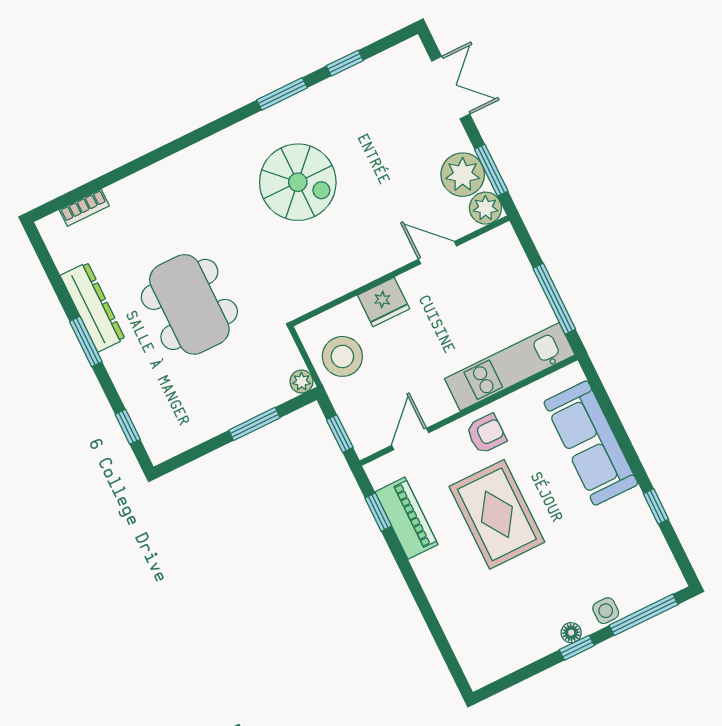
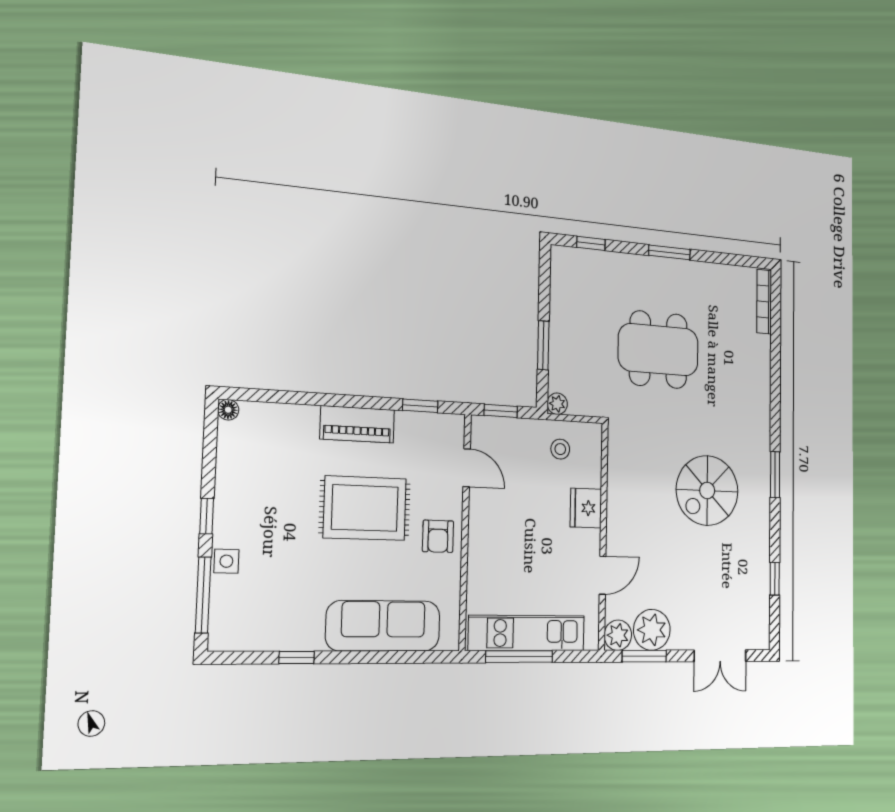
window: (282, 94) -> (775, 475), moved
bookcase: (84, 208) -> (764, 302), width x1.56
dresser: (93, 307) -> (692, 274), removed
stool: (342, 356) -> (560, 449), width x0.53, depth x0.53
kitchen unit: (510, 367) -> (527, 633), moved, turned -90
piano: (406, 518) -> (357, 424), moved
floor lamp: (571, 633) -> (228, 410), moved

